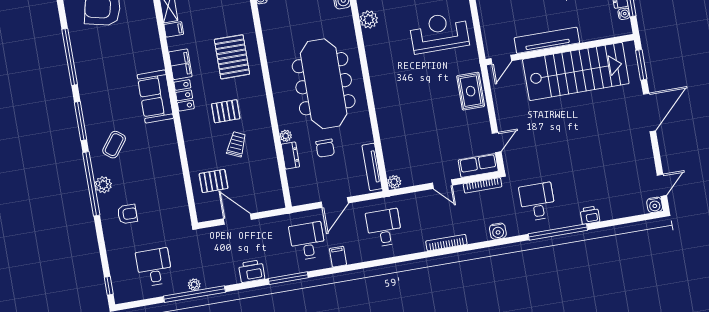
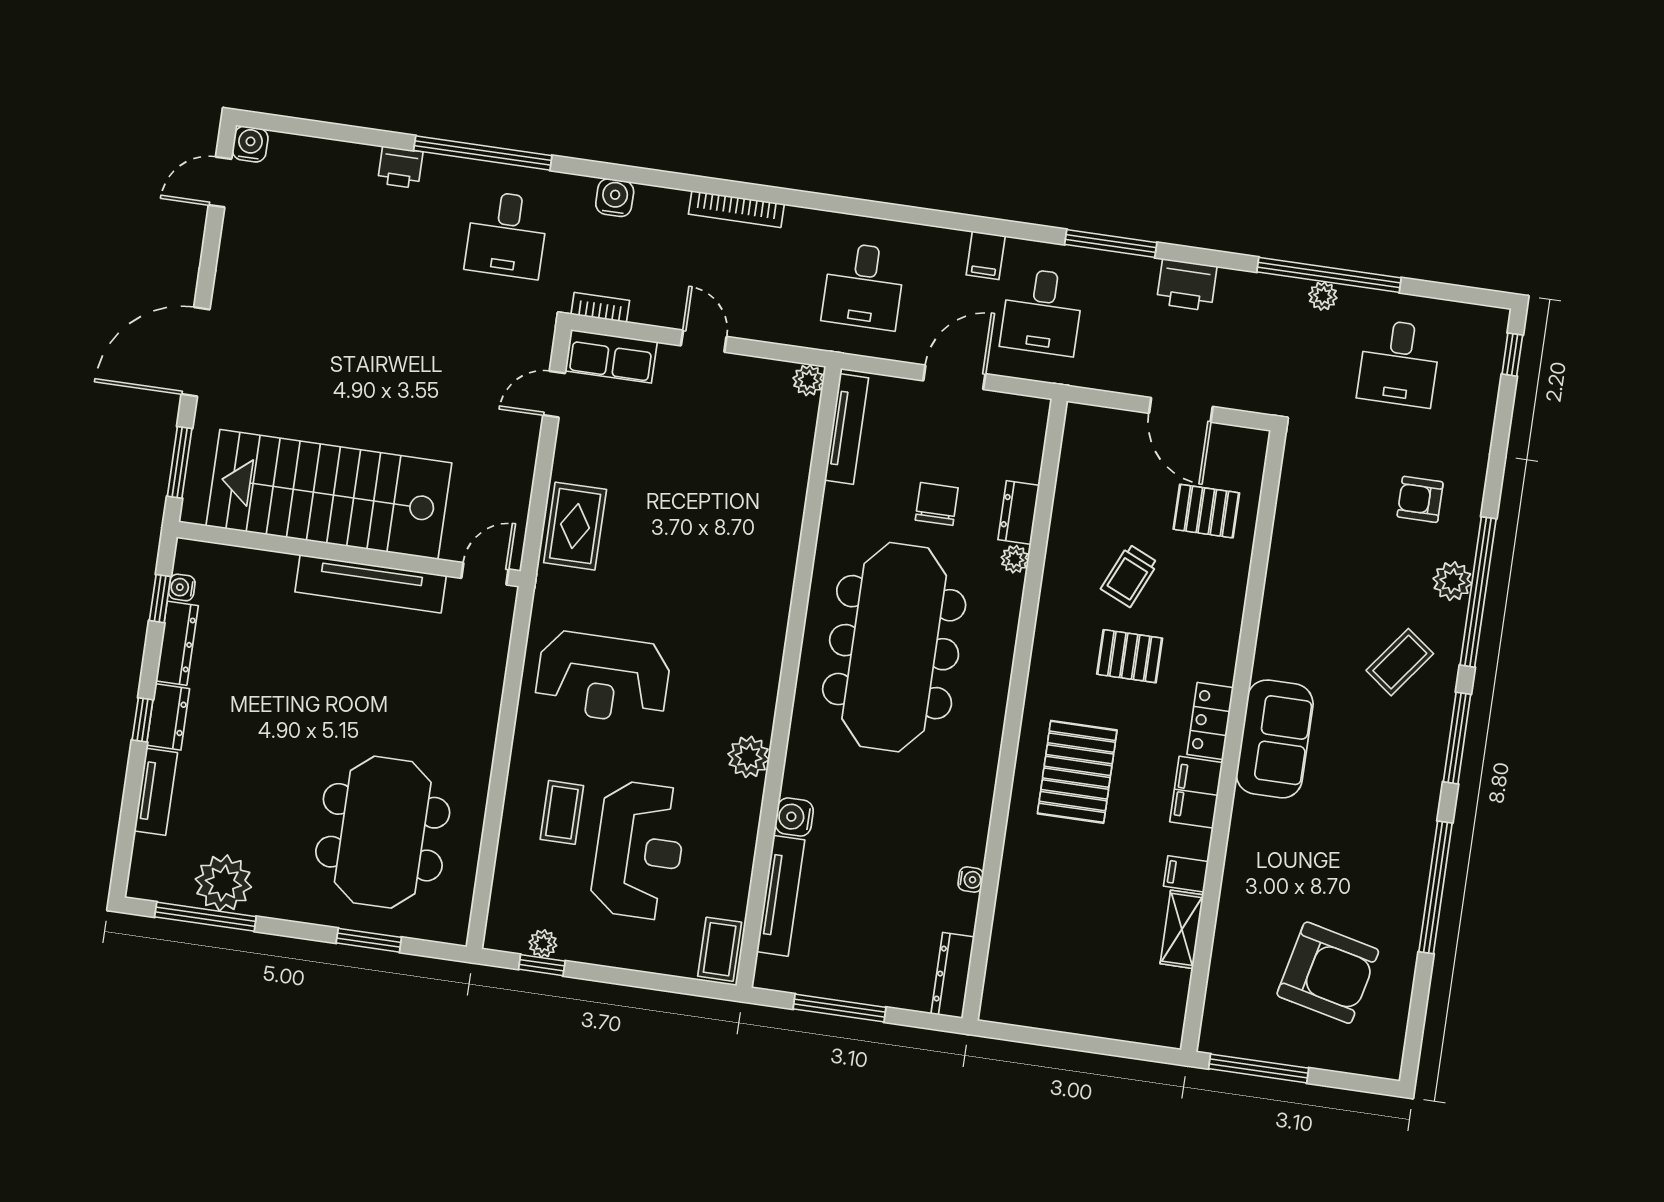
bookcase: (483, 185) -> (600, 307), width x0.64

